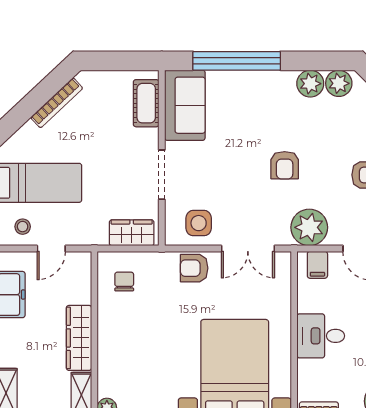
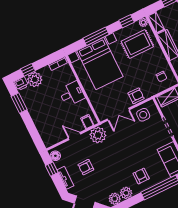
armchair: (285, 165) -> (141, 176), moved
double door: (248, 249) -> (118, 114), swing flipped
rug: (140, 371) -> (137, 44), added

